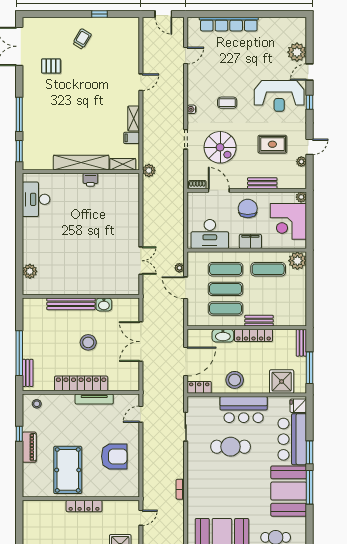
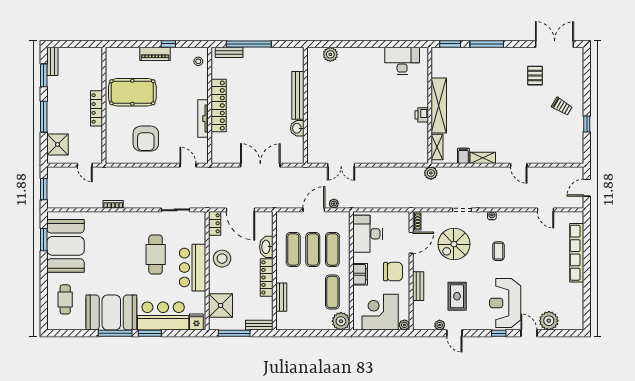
bench: (259, 321) -> (281, 297), moved
stool: (88, 342) -> (259, 113), removed

